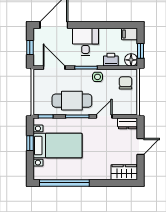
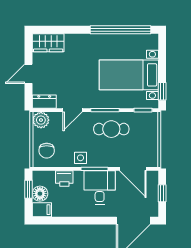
desk: (85, 42) -> (100, 187), moved, turned 180
floor lamp: (131, 60) -> (40, 194), moved
cafe table: (72, 101) -> (111, 129), width x0.73, depth x0.74
plant: (130, 108) -> (41, 120), added
window: (30, 143) -> (162, 91), moved

